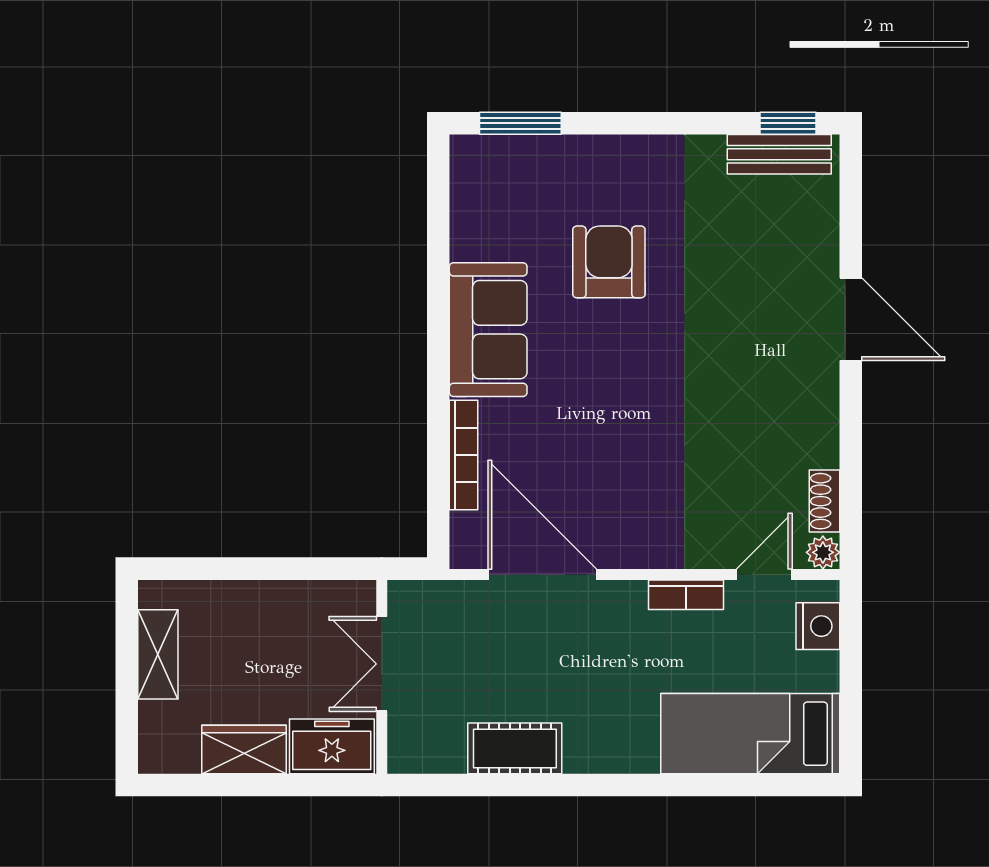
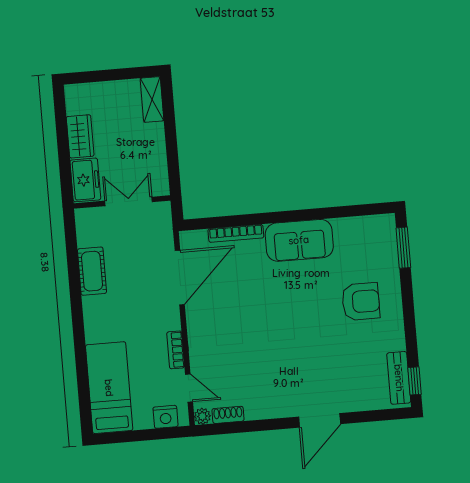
armchair: (609, 262) -> (361, 302), moved
shelving: (158, 654) -> (152, 100), moved, turned 90

